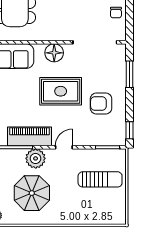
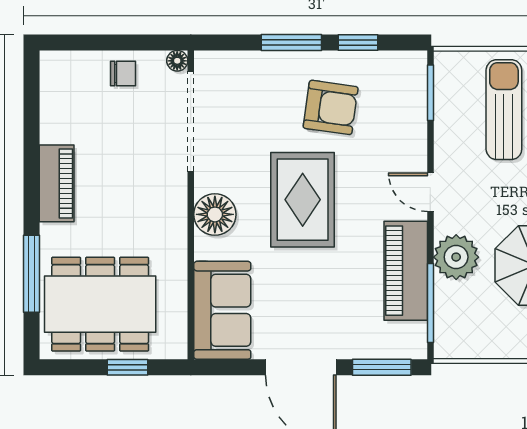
floor lamp: (121, 36) -> (177, 61), added
window: (129, 74) -> (291, 42), moved
armchair: (101, 104) -> (331, 107), turned -82
window: (129, 130) -> (358, 42), moved

